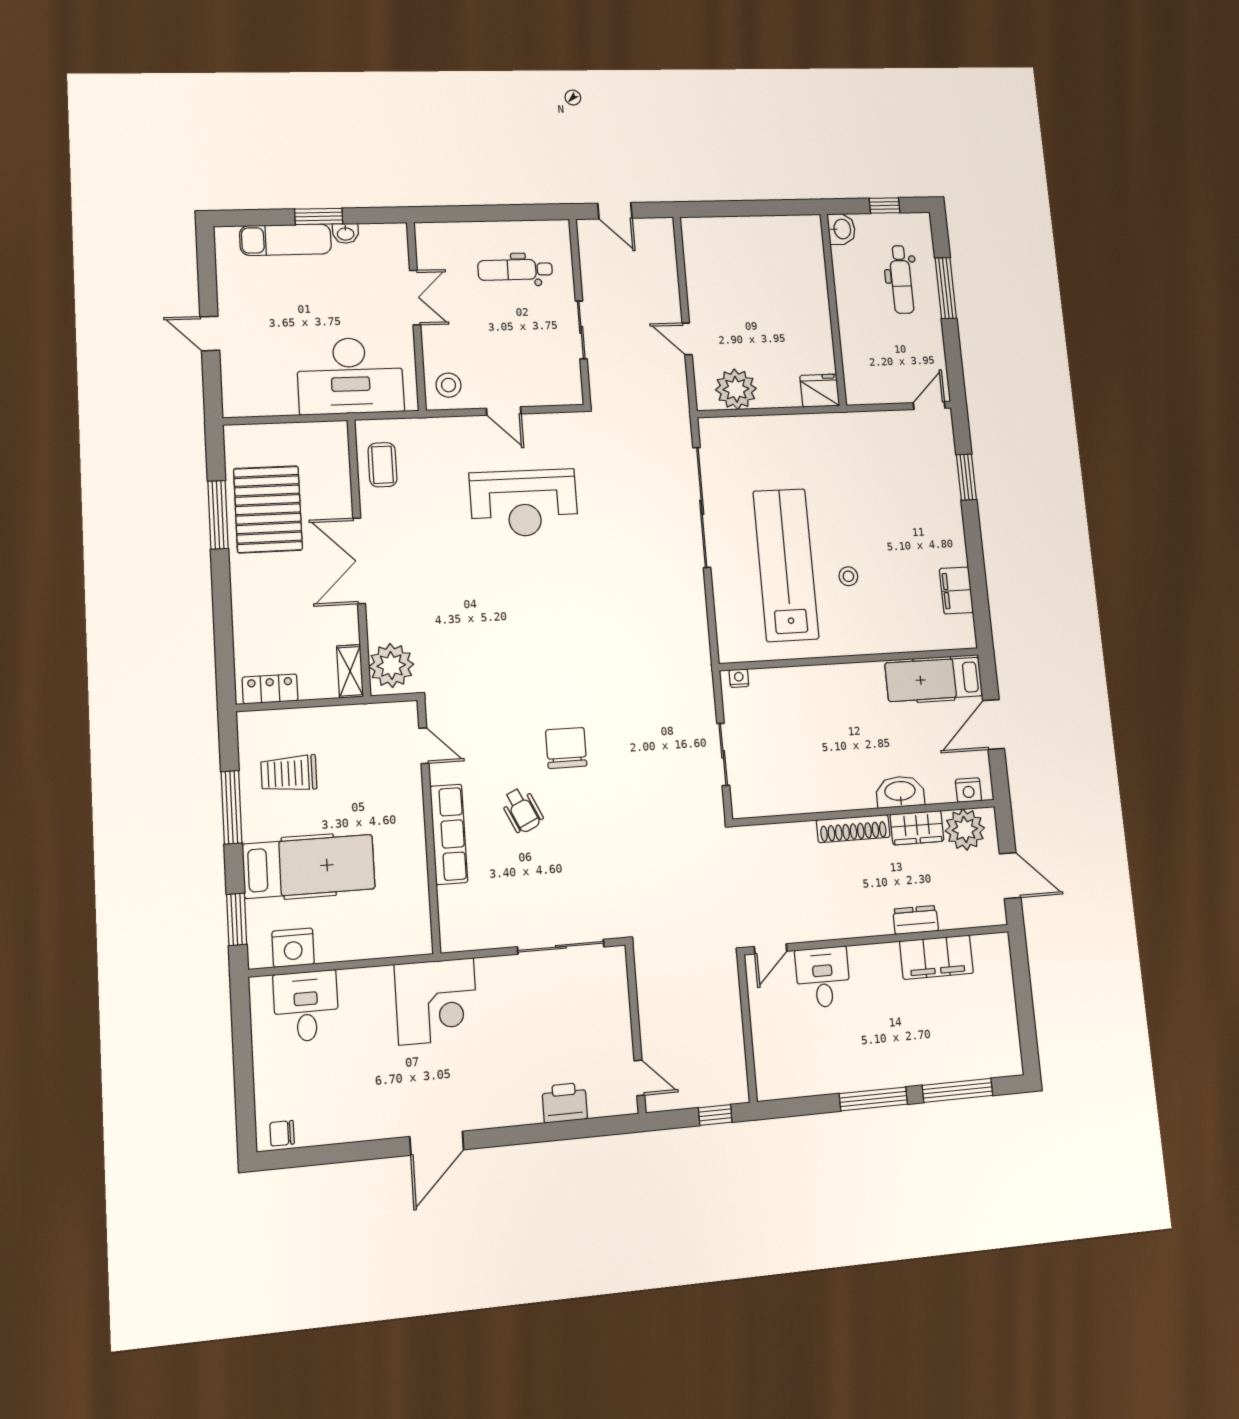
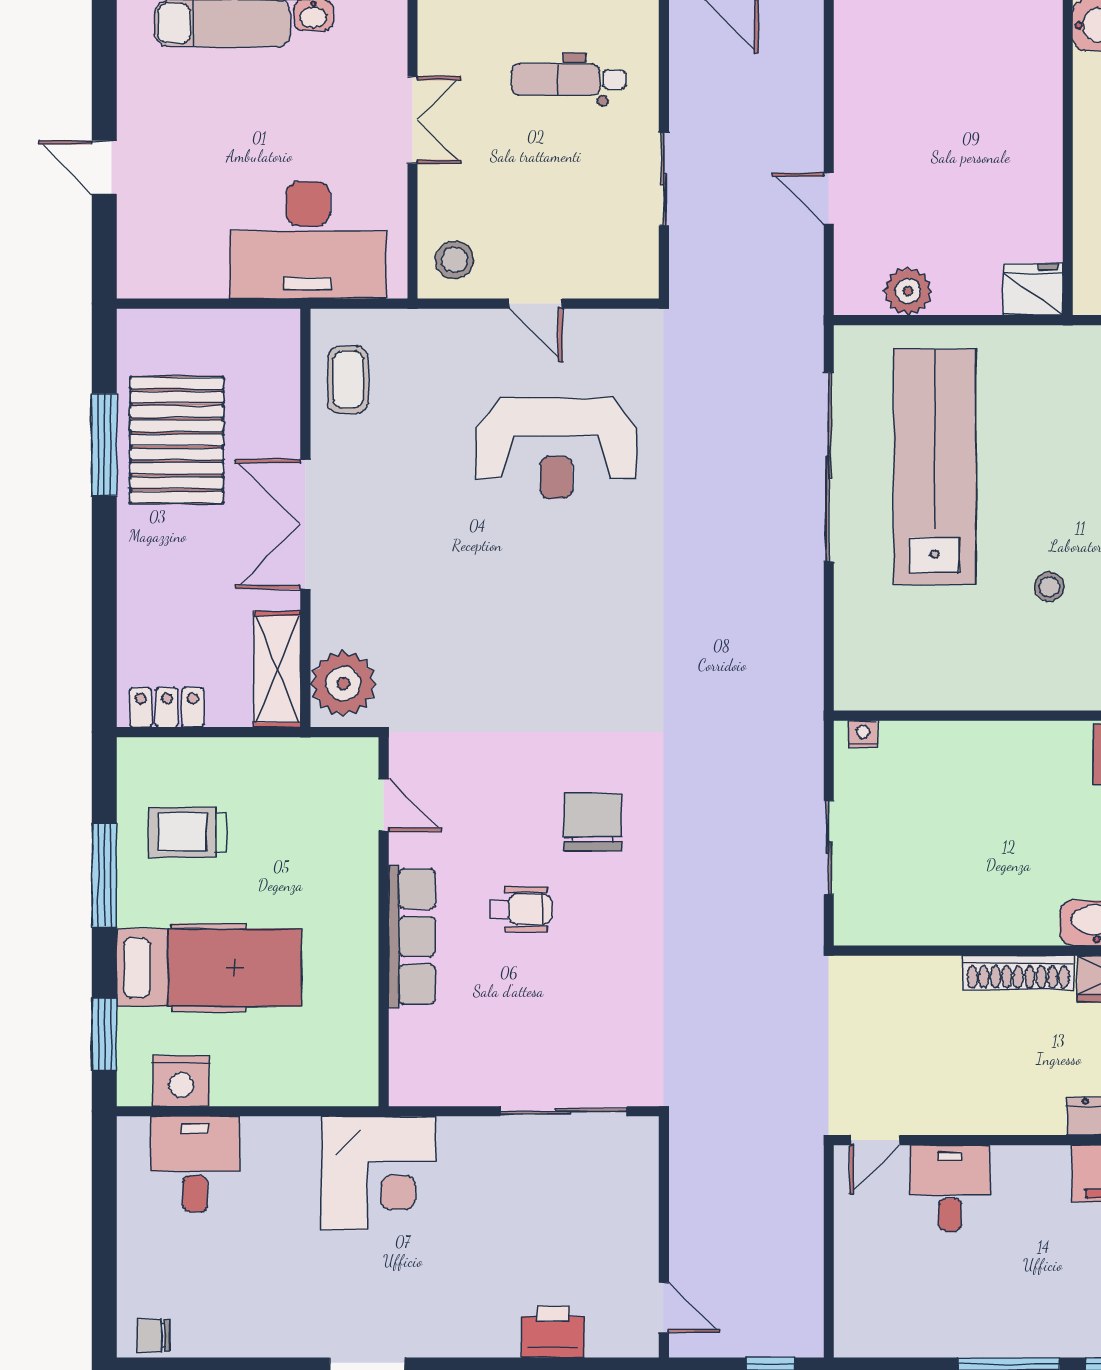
plant: (736, 389) -> (908, 291), width x0.73, depth x0.73
lab bench: (786, 565) -> (935, 467), moved
shelving: (350, 671) -> (277, 669), width x1.50, depth x1.33
wheelchair: (522, 810) -> (521, 909), turned -65

